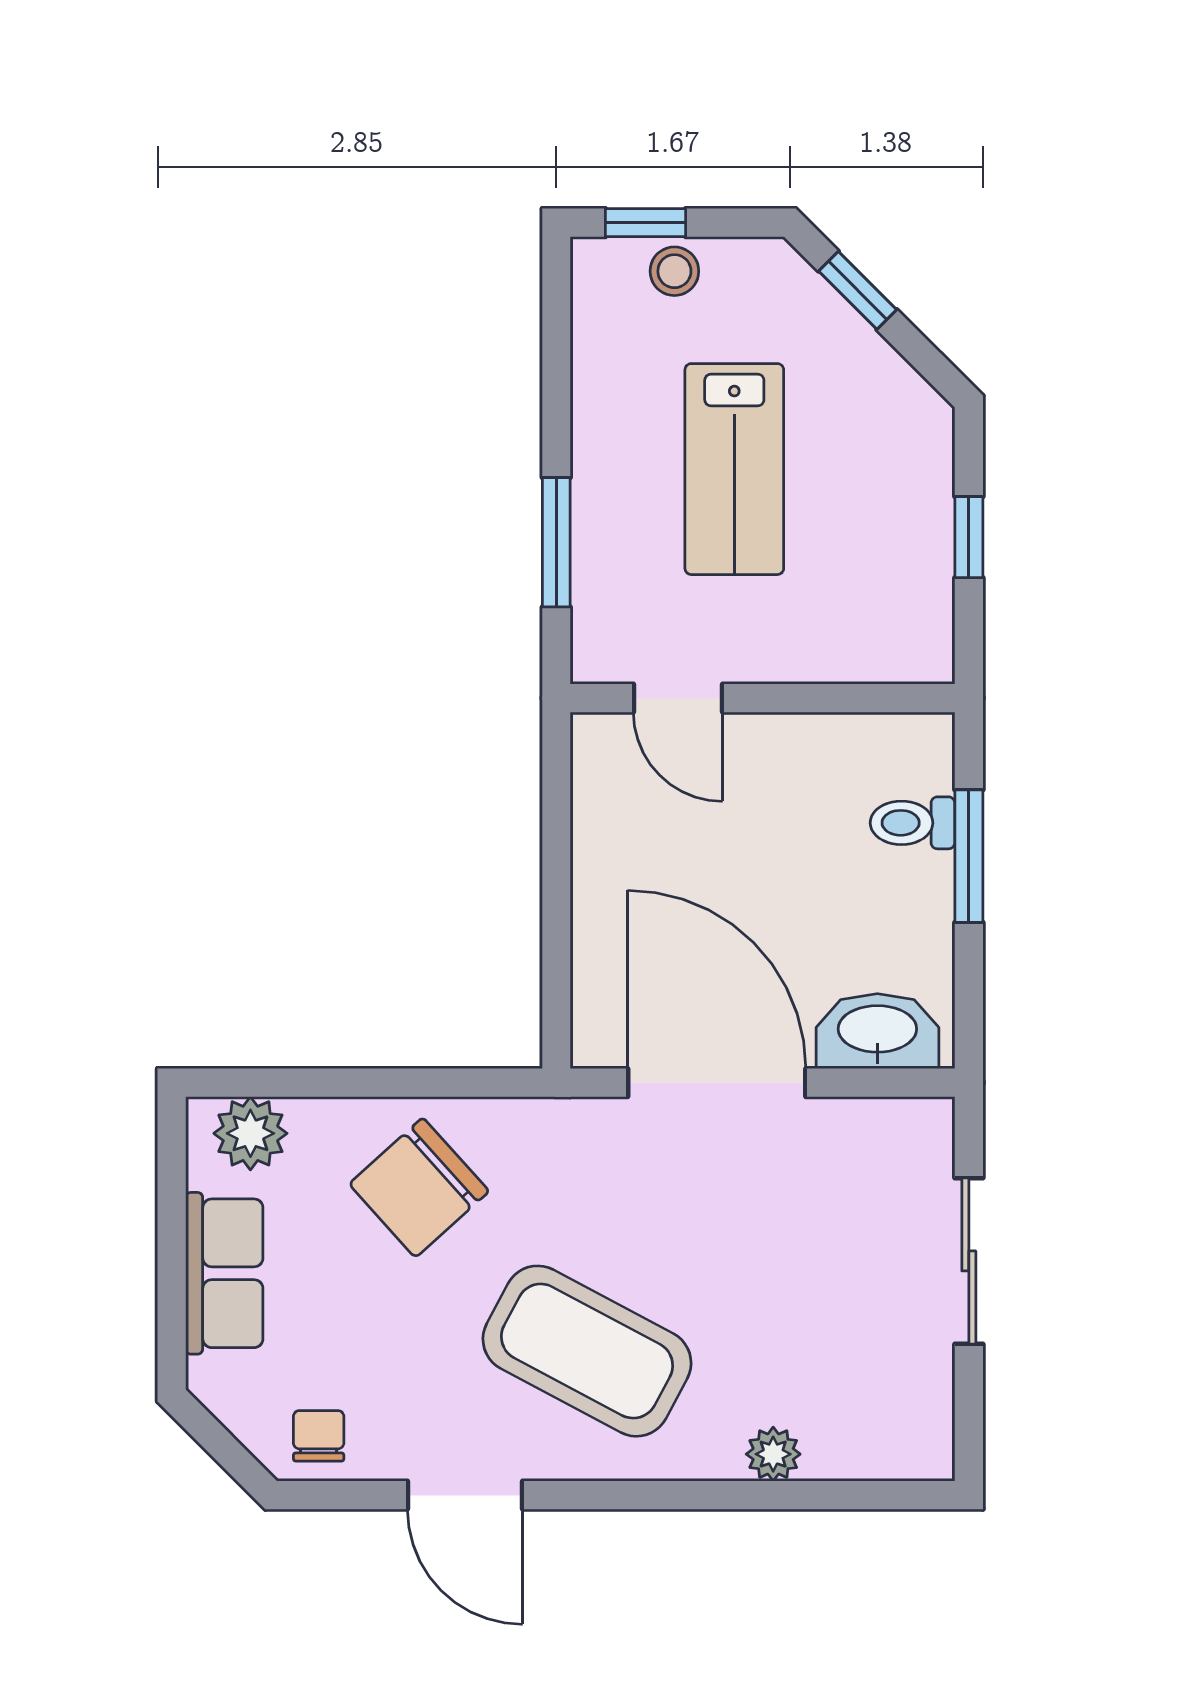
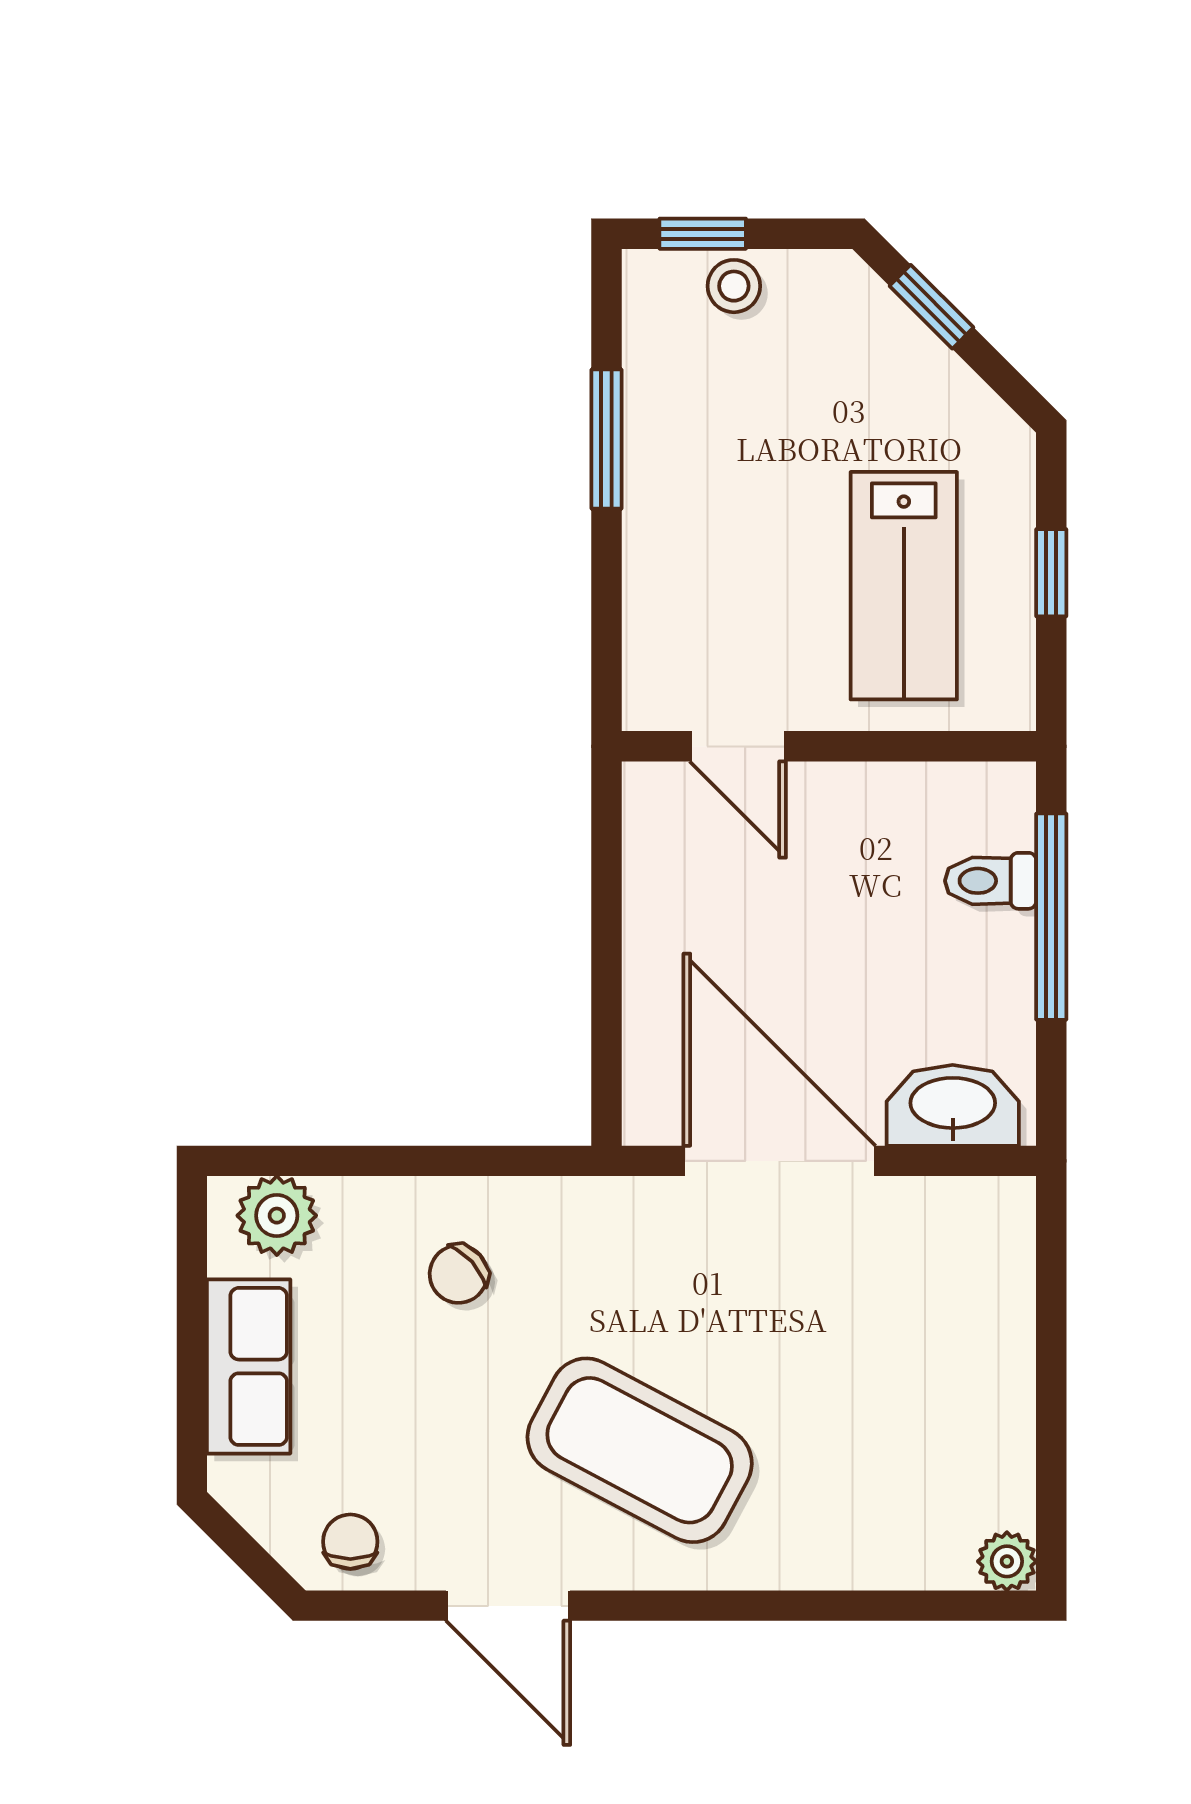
lab bench: (734, 469) -> (904, 586), moved
window: (556, 542) -> (606, 439), moved
window: (969, 856) -> (1051, 917), width x1.44
chair: (419, 1188) -> (459, 1274), width x0.54, depth x0.54
sliding door: (969, 1261) -> (1051, 1353), removed
plant: (773, 1454) -> (1007, 1561), moved

